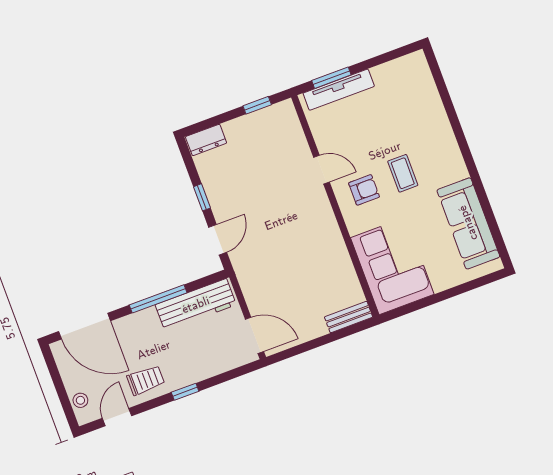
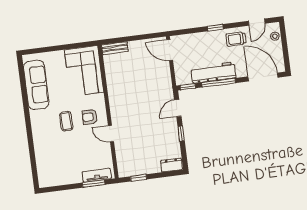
tv unit: (339, 90) -> (97, 175), width x0.71
window: (209, 280) -> (188, 87), added
workbench: (196, 305) -> (214, 73), moved

